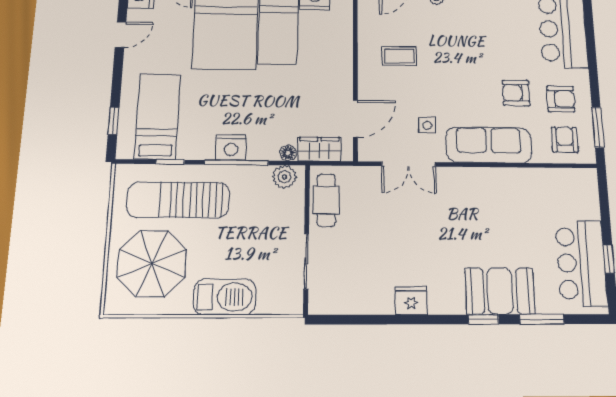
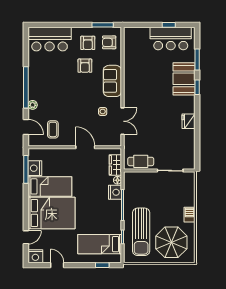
coffee table: (399, 56) -> (53, 129), moved
armchair: (561, 99) -> (88, 43), turned 180
door: (355, 119) -> (85, 147), moved
sofa: (489, 145) -> (112, 81), width x0.73
nightstand: (231, 147) -> (115, 192), moved
plant: (284, 177) -> (129, 182), removed
barbecue: (225, 297) -> (190, 215), width x0.53, depth x0.65

